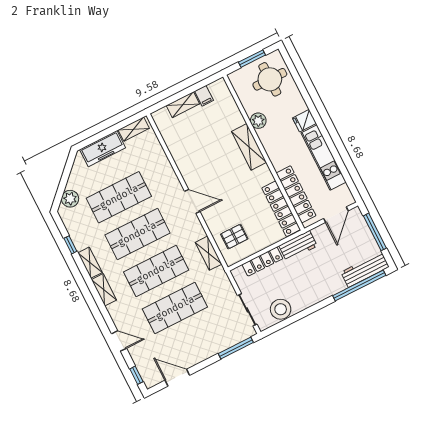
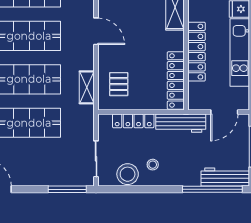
locker: (296, 194) -> (196, 52), moved
pallet: (234, 236) -> (119, 84), turned 90
workbench: (298, 246) -> (181, 123), width x1.38
stool: (298, 290) -> (153, 165), added

